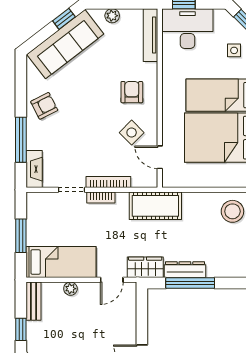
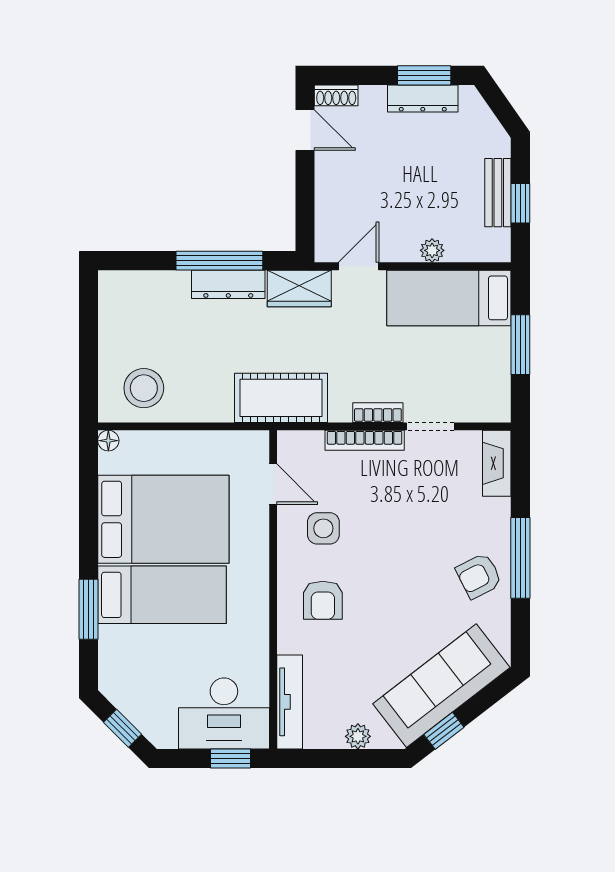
side table: (234, 50) -> (141, 674), removed
side table: (132, 133) -> (323, 528), turned 45
window: (21, 140) -> (520, 558), moved
bench: (33, 301) -> (498, 193), moved
window: (21, 329) -> (520, 203), moved

